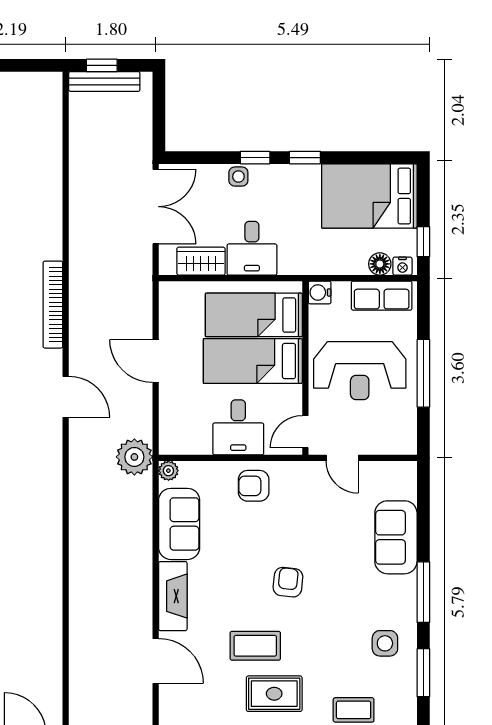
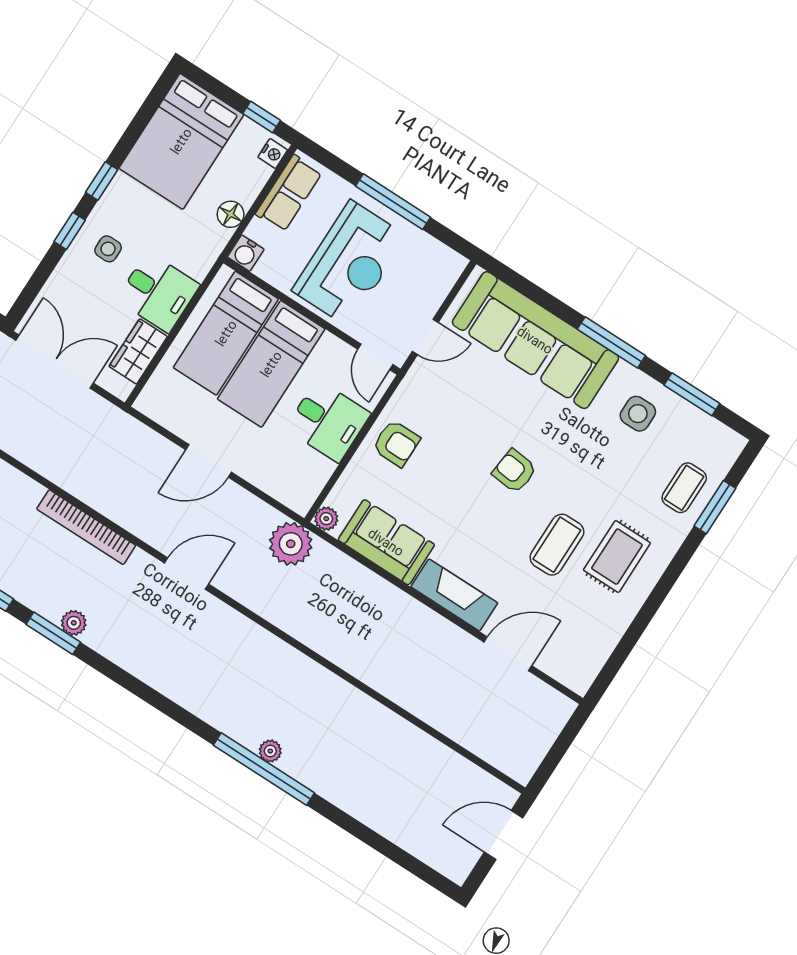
side table: (238, 177) -> (108, 249), moved
floor lamp: (380, 264) -> (231, 214), moved
armchair: (254, 486) -> (396, 443), turned -90
sofa: (396, 537) -> (535, 340), width x1.85, depth x1.27

